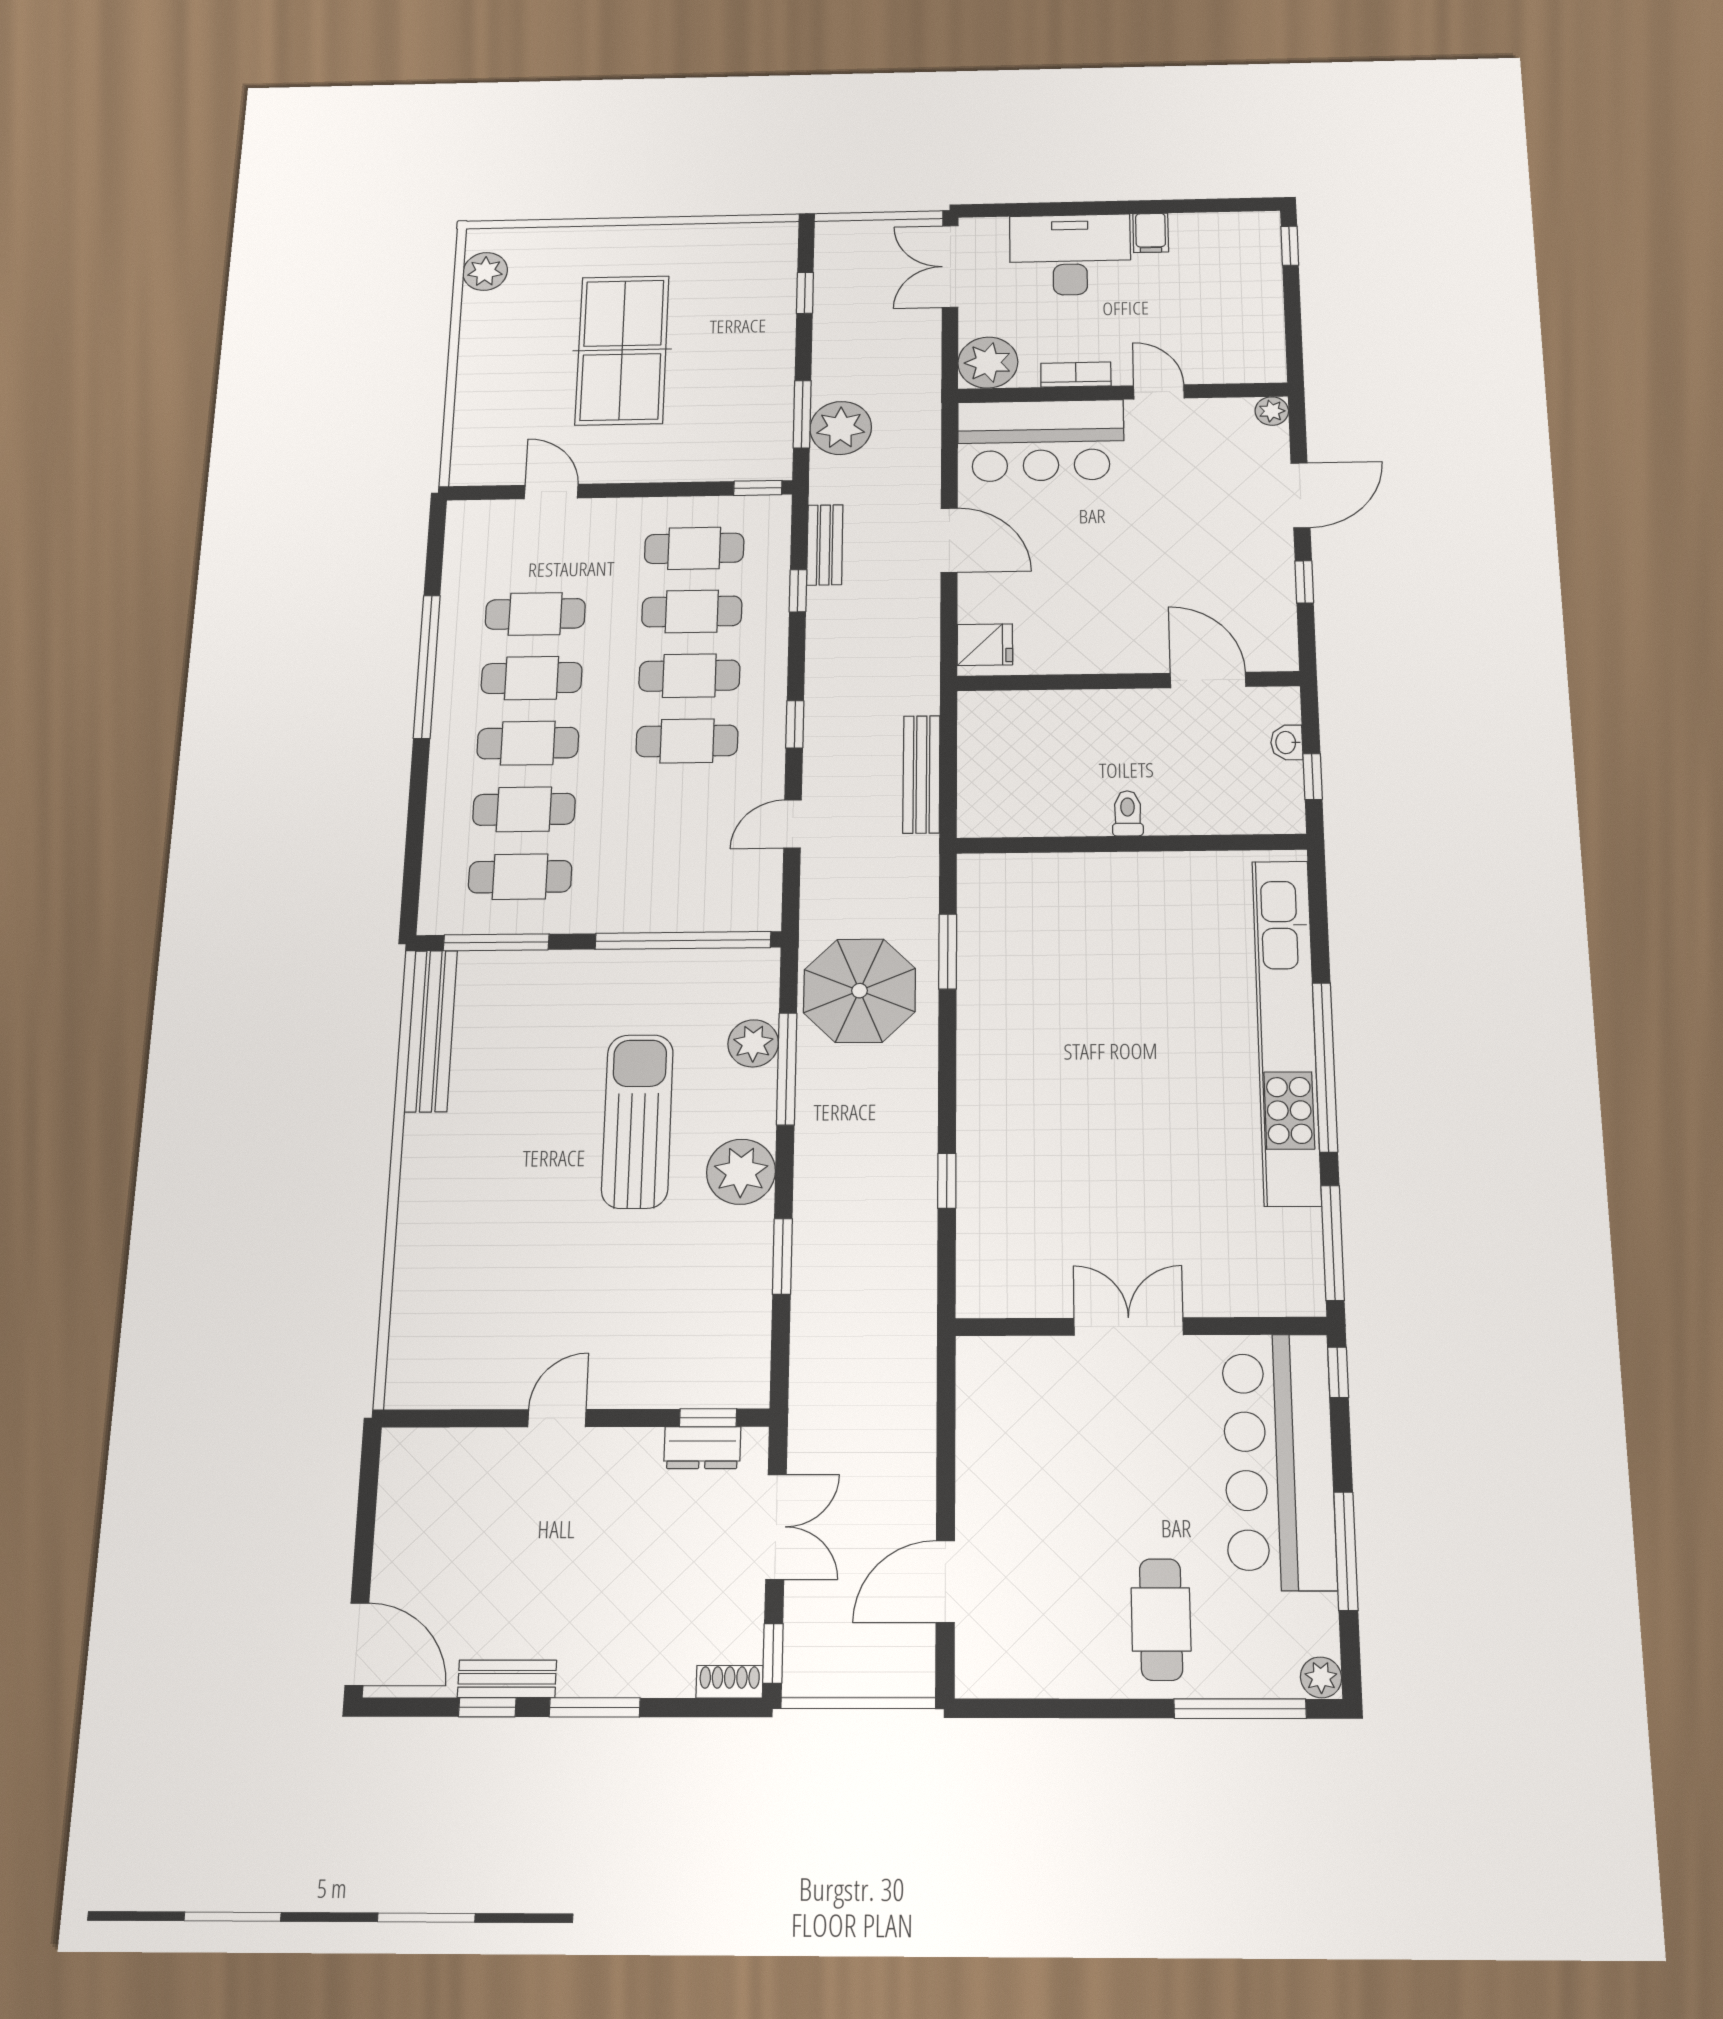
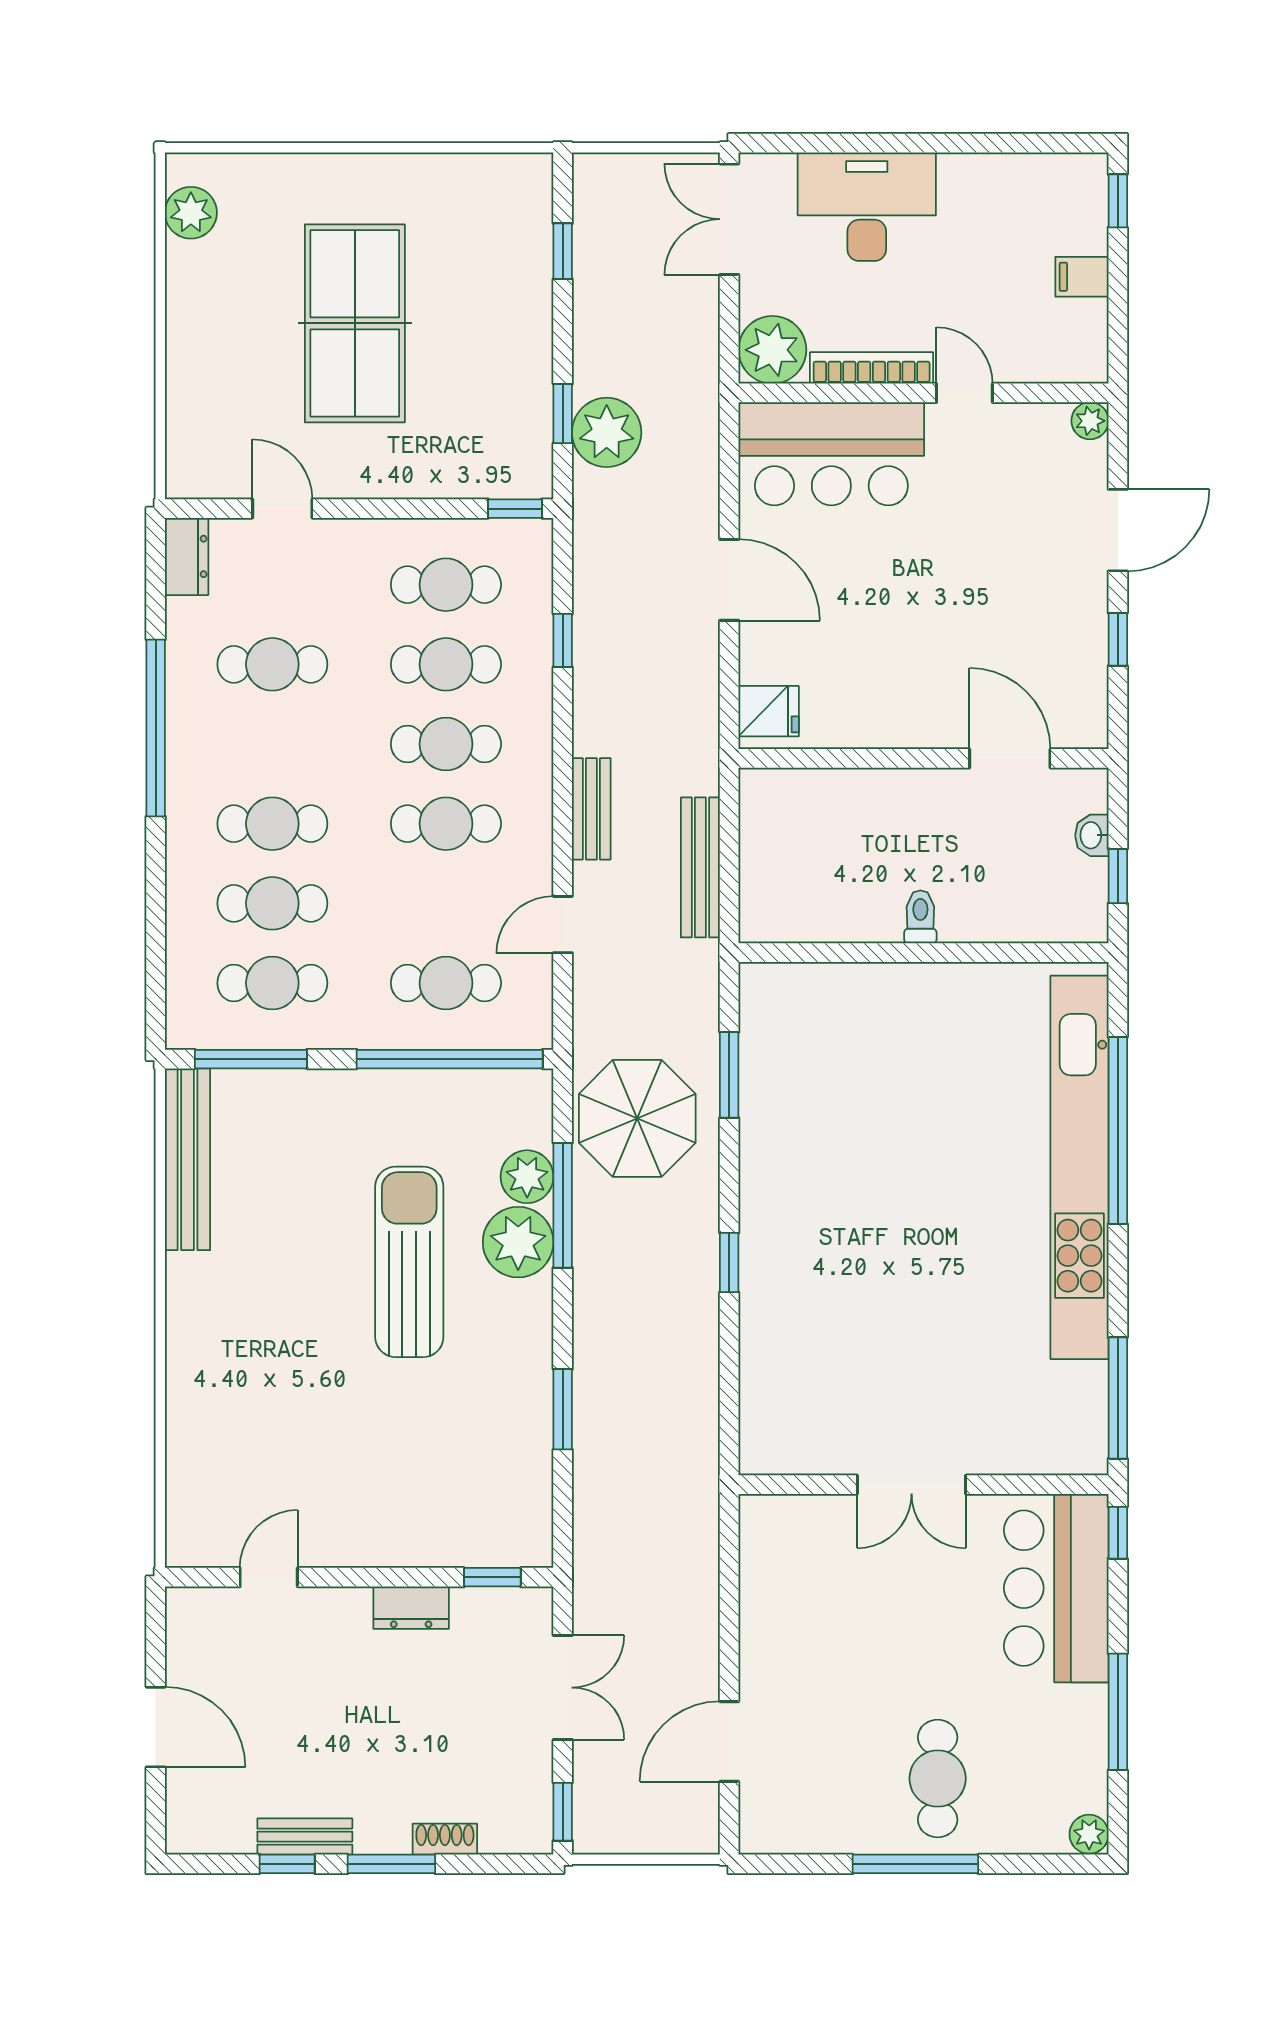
filing cabinet: (1151, 233) -> (1082, 277), moved, turned 90
bookcase: (1076, 375) -> (872, 368), width x1.56
window: (802, 414) -> (563, 414), width x0.67
dresser: (464, 530) -> (187, 556), added
bench: (825, 545) -> (591, 809), moved
cafe table: (532, 678) -> (446, 983), moved
window: (795, 724) -> (563, 805), removed
window: (1325, 1067) -> (1118, 1130), moved
plant: (741, 1172) -> (518, 1242), moved
window: (947, 1181) -> (729, 1263), moved
double door: (1129, 1327) -> (912, 1485), swing flipped
door: (557, 1418) -> (269, 1577), moved
dresser: (702, 1448) -> (411, 1608), moved
bar counter: (1279, 1461) -> (1056, 1588), width x0.73
door: (357, 1644) -> (156, 1727), moved
shoe rack: (730, 1682) -> (445, 1839), moved
window: (1240, 1709) -> (915, 1864), moved

